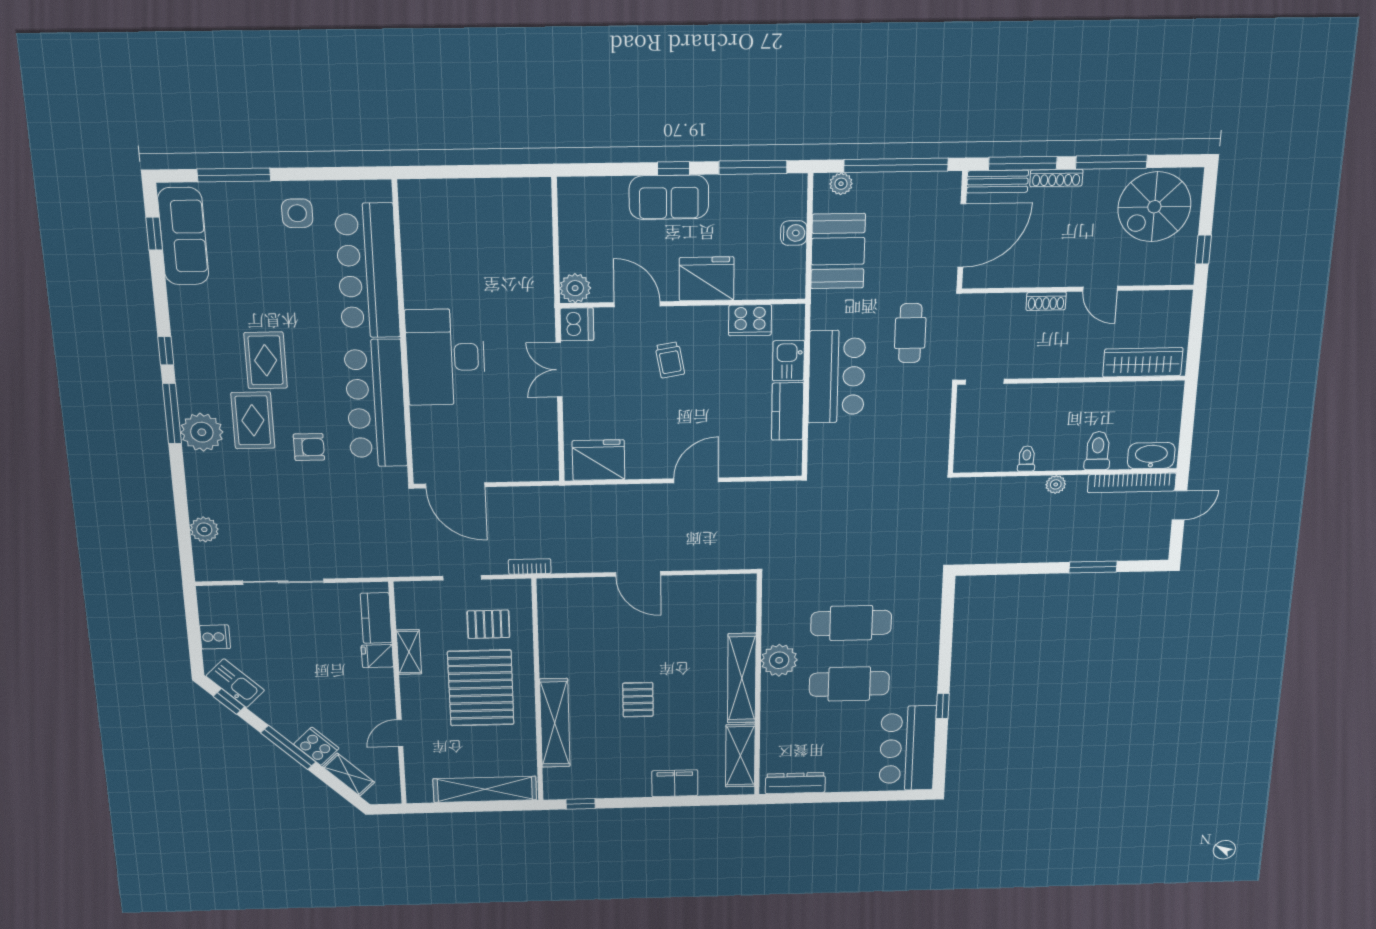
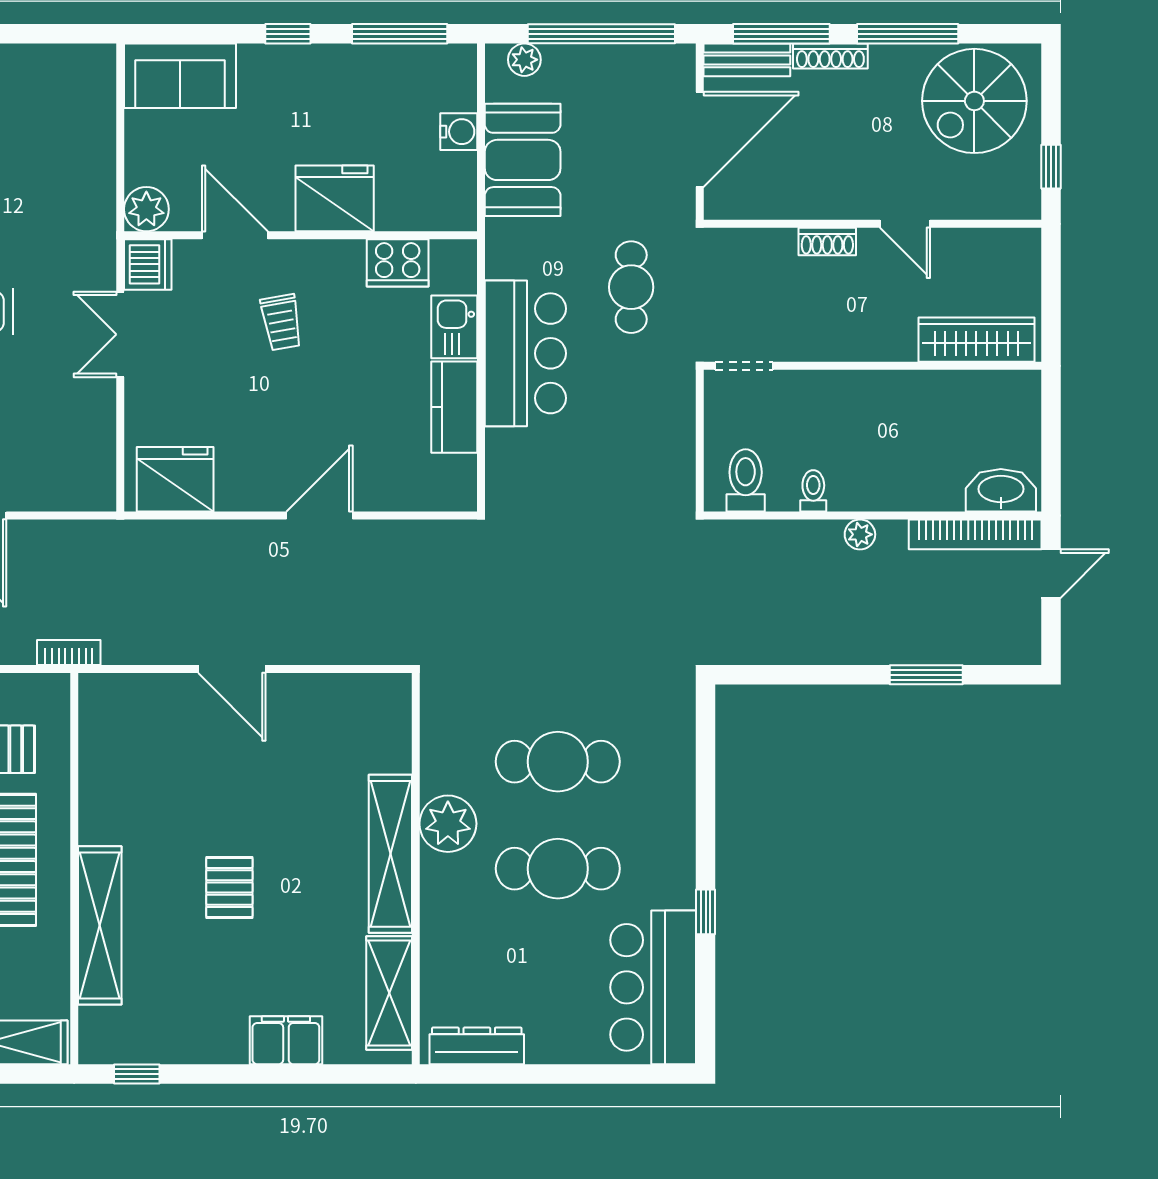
sofa: (669, 197) -> (180, 76), moved
toilet: (1098, 451) -> (746, 480), moved

